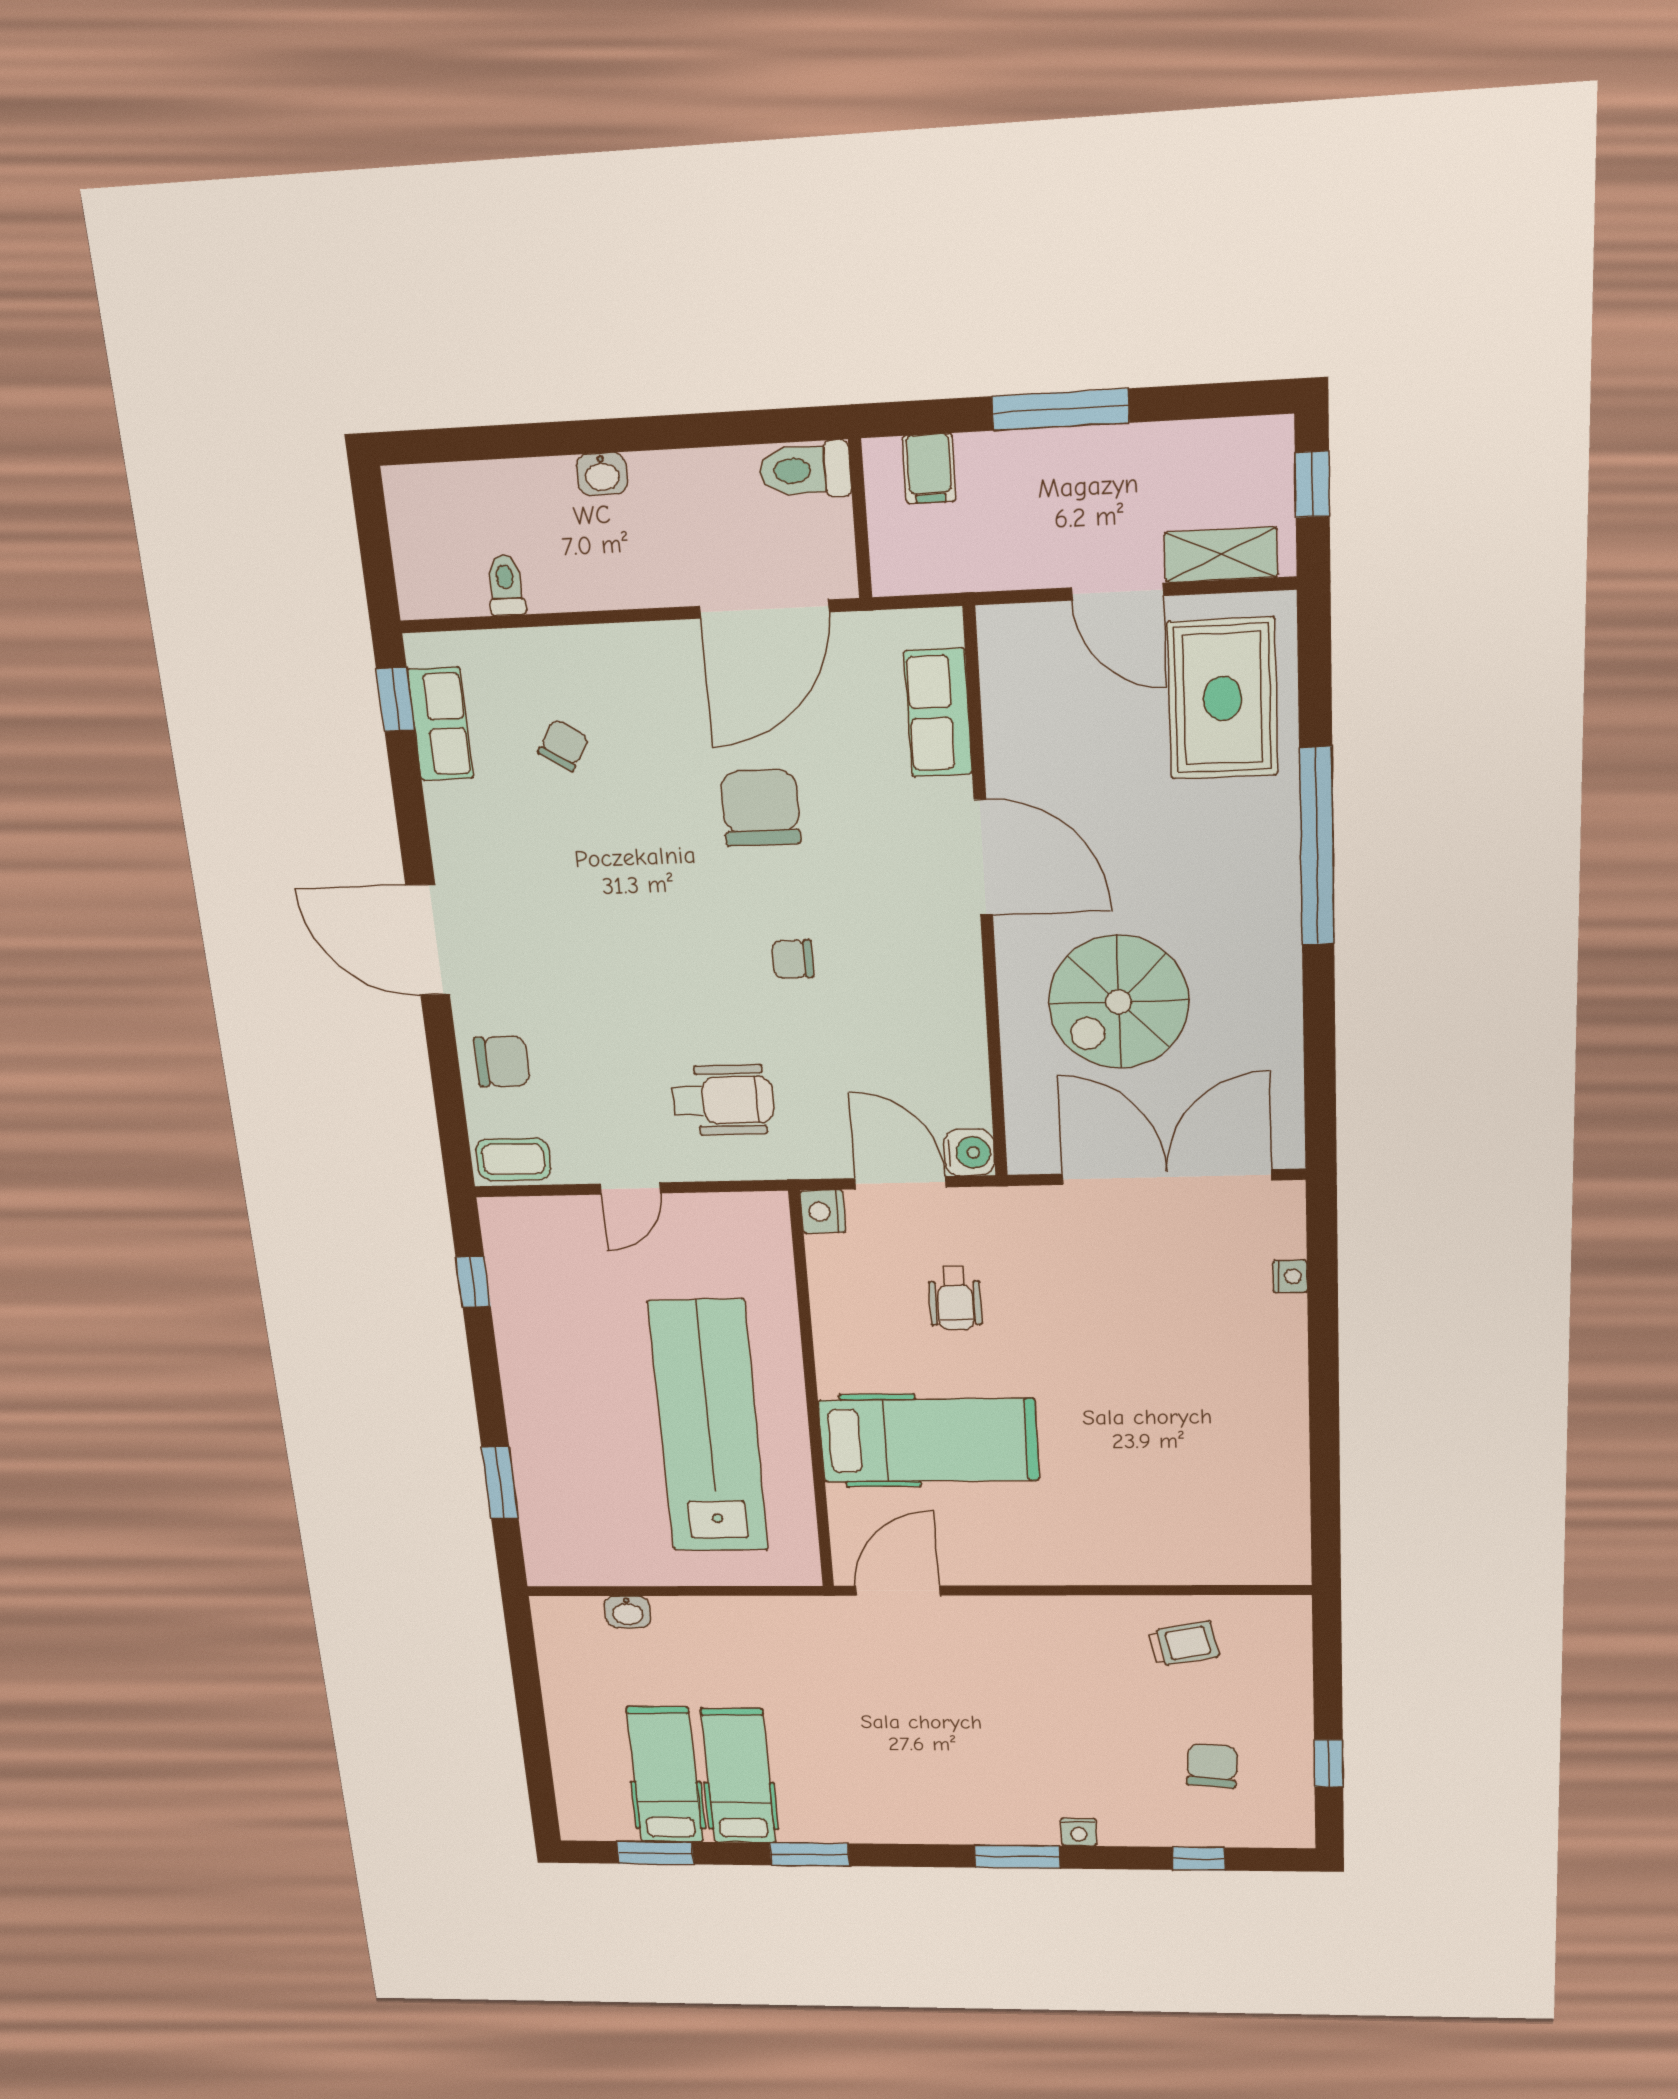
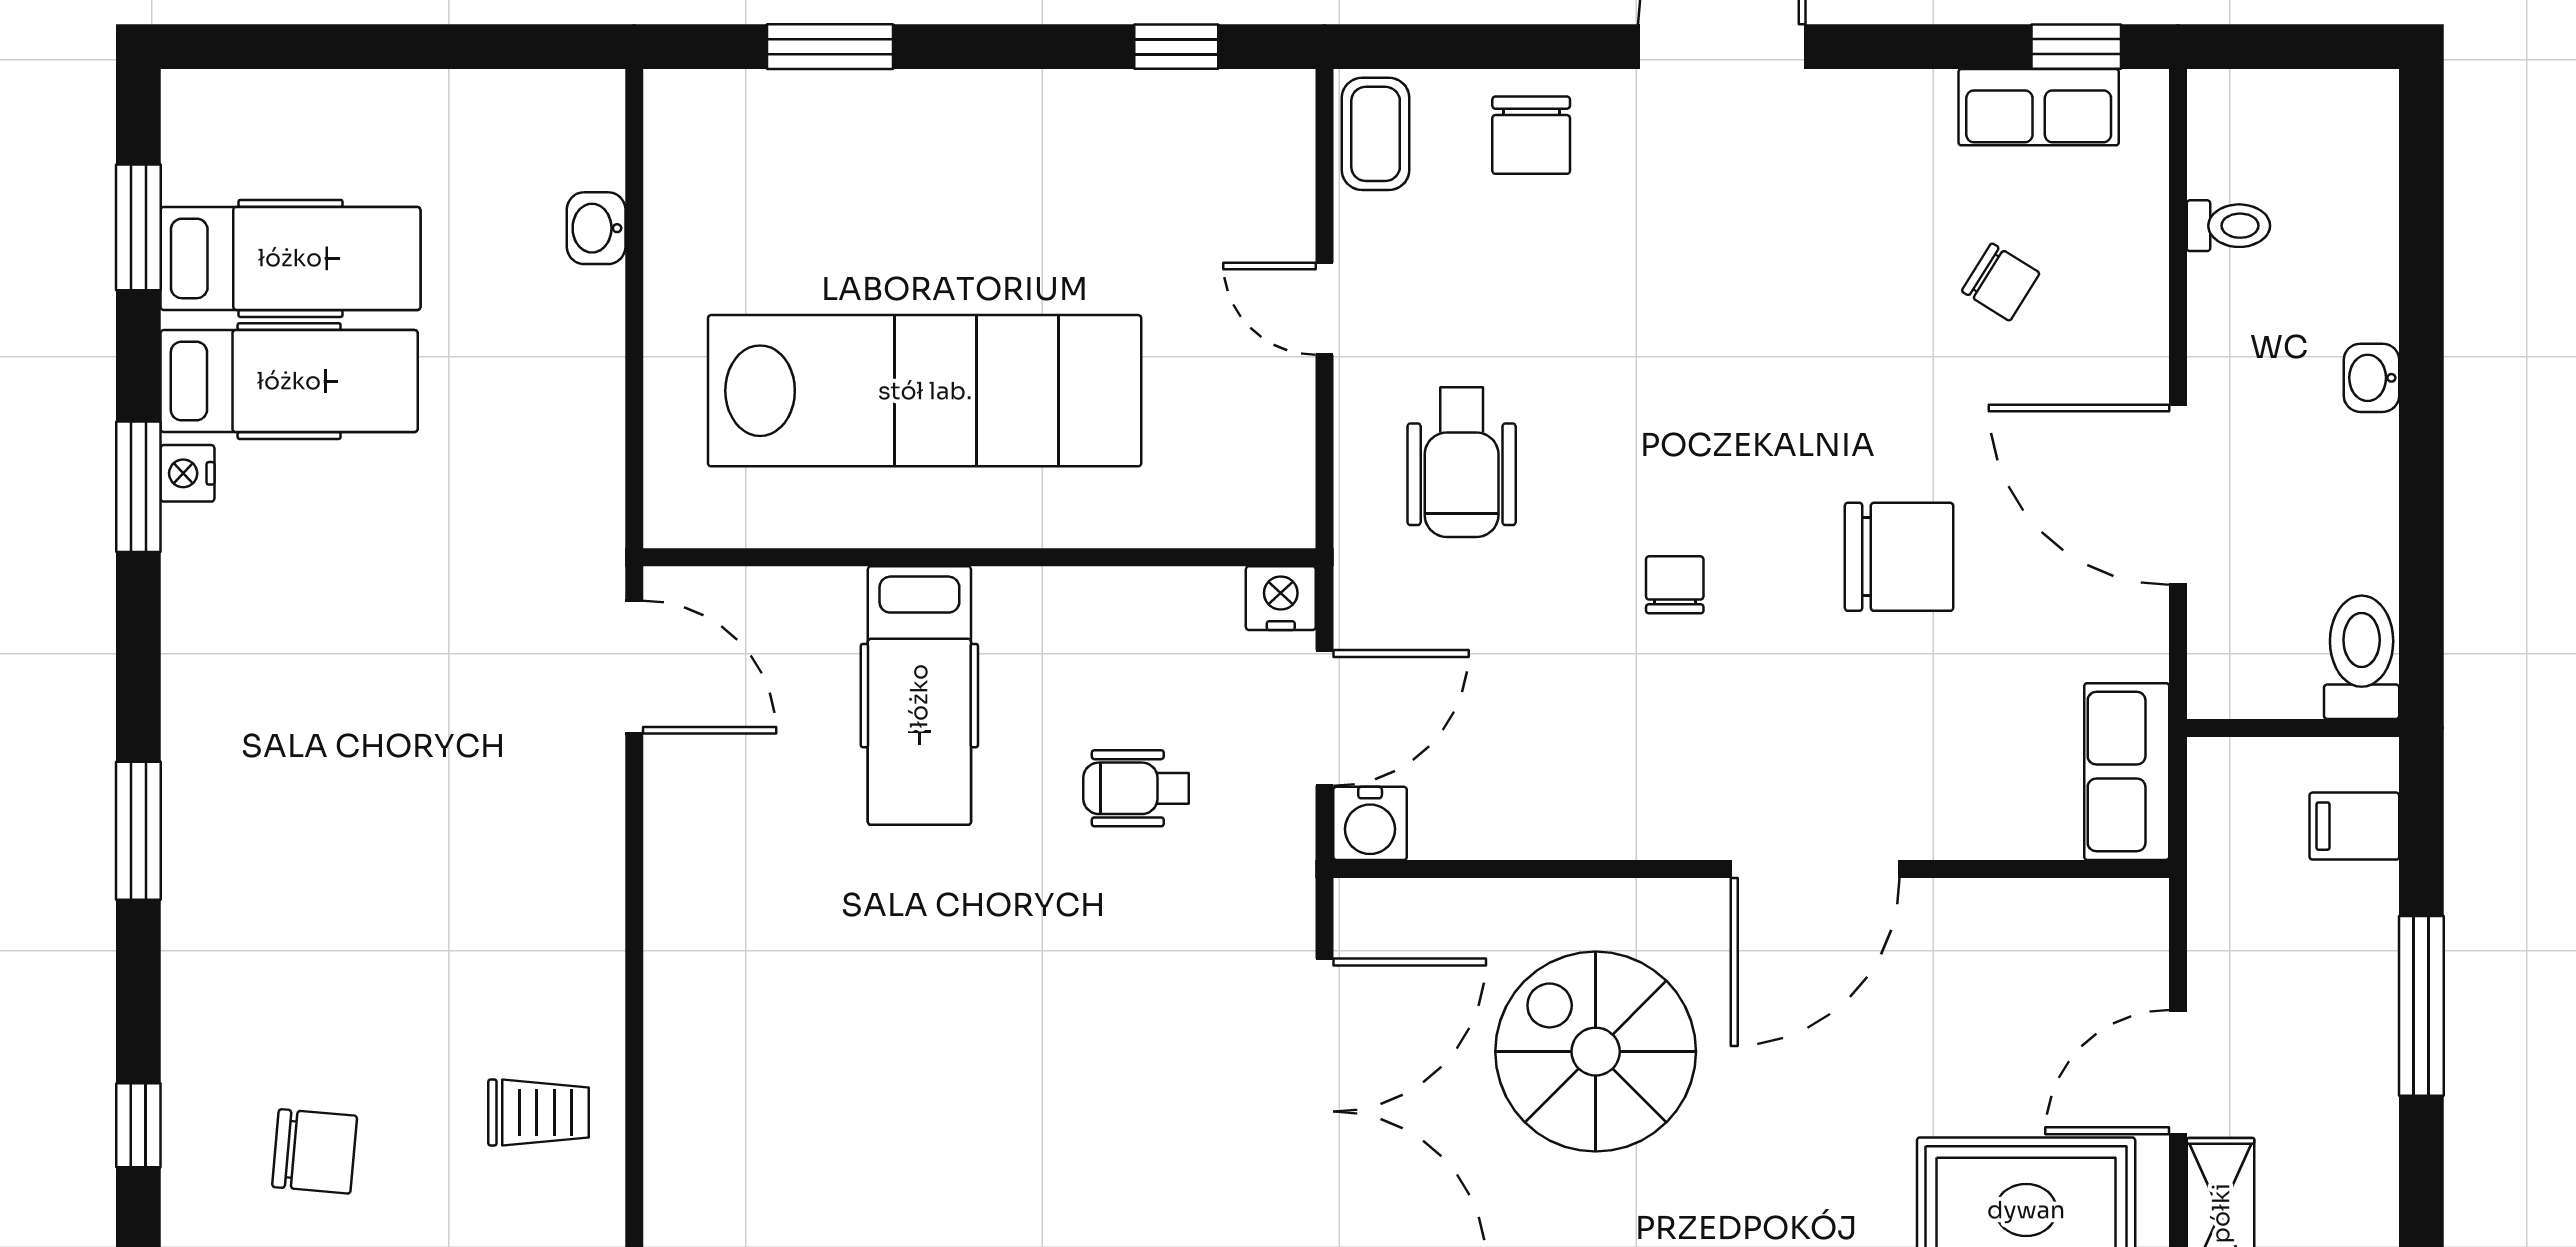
door: (764, 609) -> (2178, 495), moved
row of seats: (938, 713) -> (2127, 772), moved, turned -90
hospital bed: (929, 1440) -> (919, 696), width x0.73, depth x0.78
trolley: (1183, 1644) -> (538, 1112), turned -79
nightstand: (1079, 1832) -> (187, 473), moved

